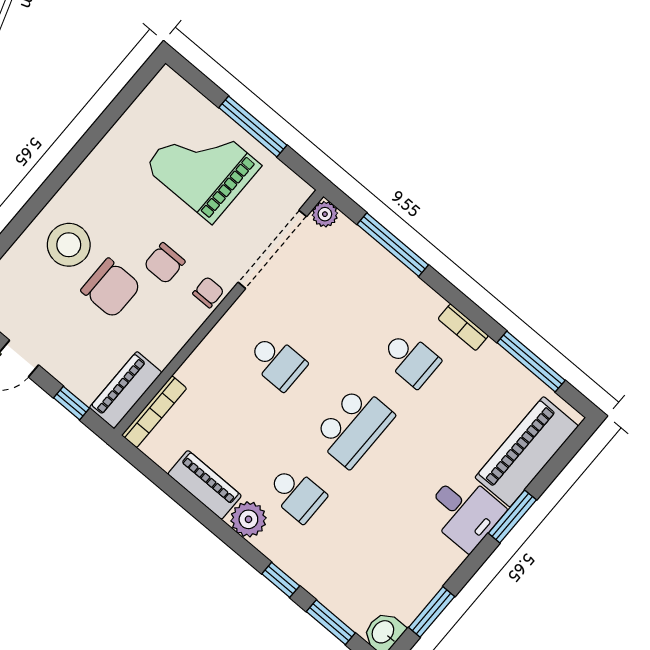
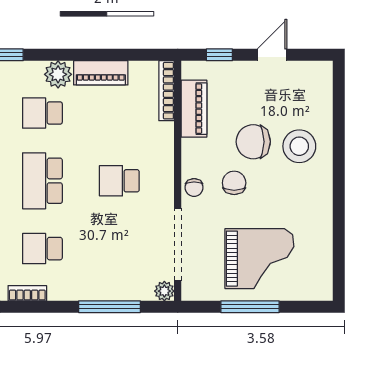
piano: (126, 390) -> (194, 109), moved

